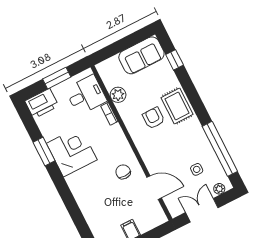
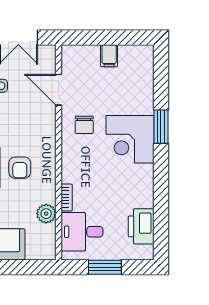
printer: (42, 103) -> (141, 226), moved, turned -90
window: (44, 152) -> (161, 127), moved
corner desk: (72, 152) -> (130, 139), moved

